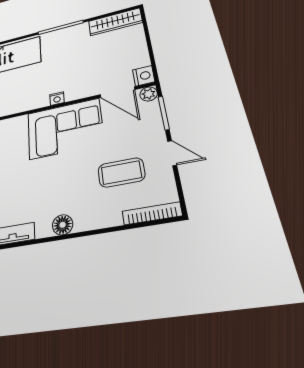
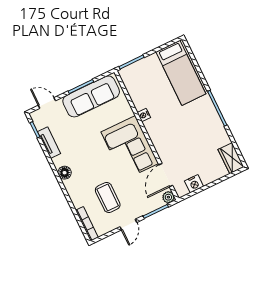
wardrobe: (115, 22) -> (231, 158), width x0.67
nightstand: (144, 76) -> (194, 184), moved
nightstand: (57, 99) -> (144, 115), moved

